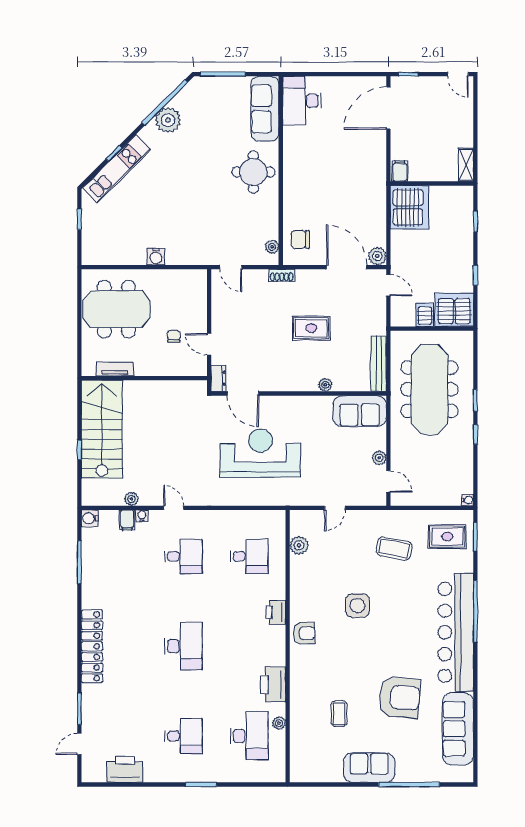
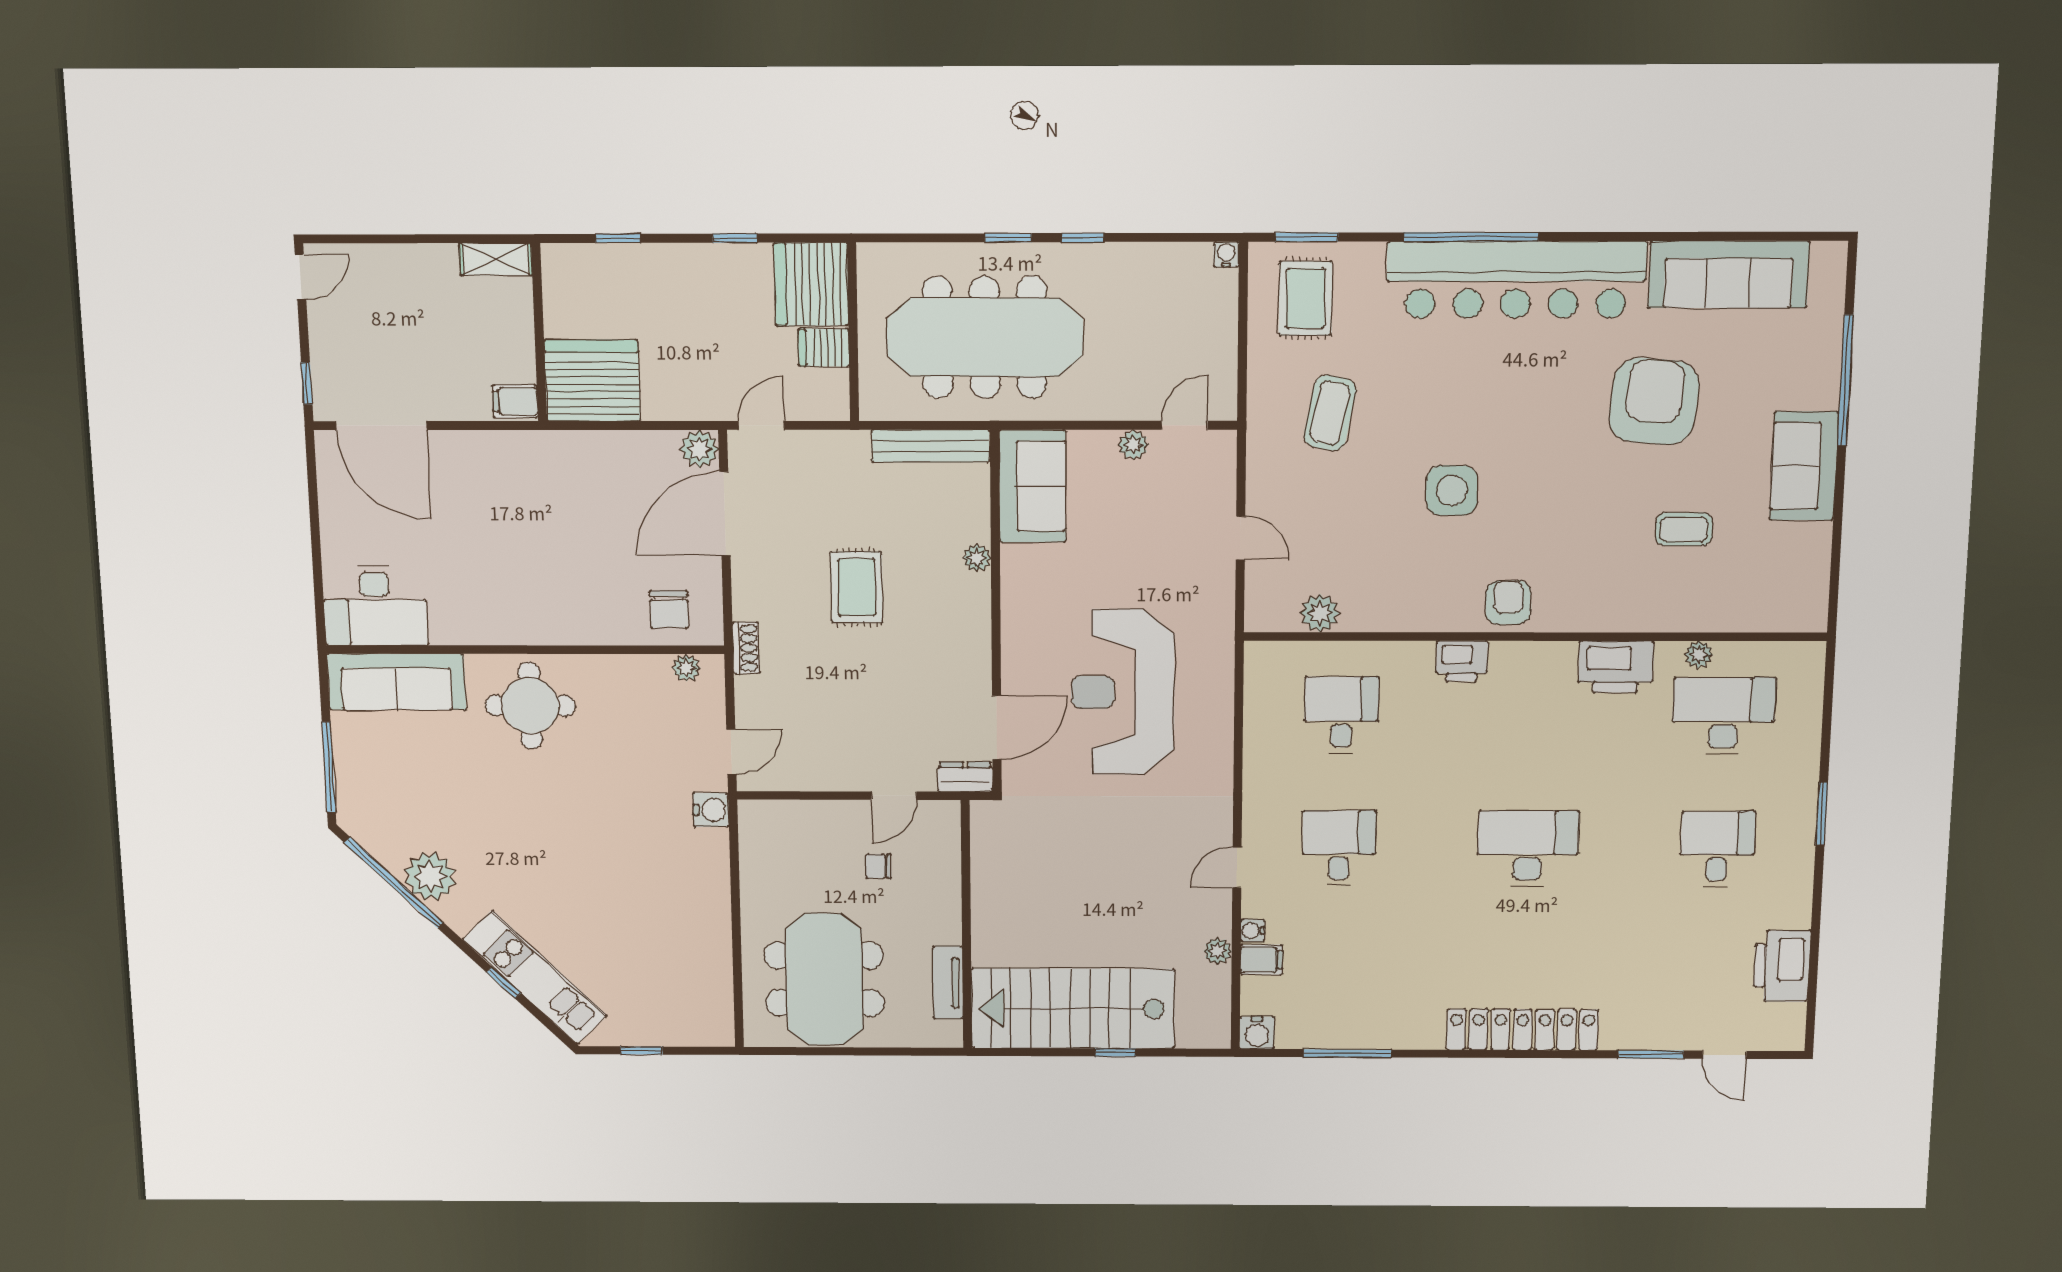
water cooler: (156, 257) -> (711, 810), moved

